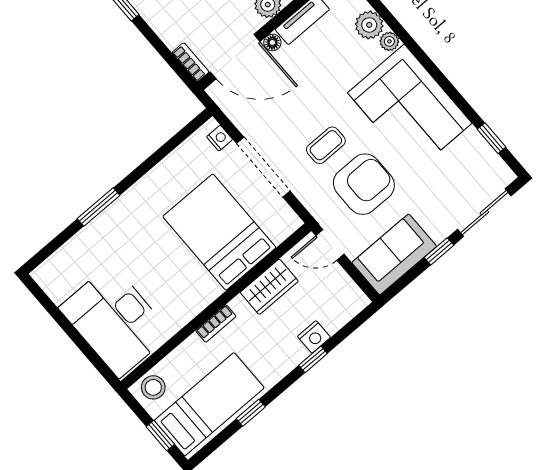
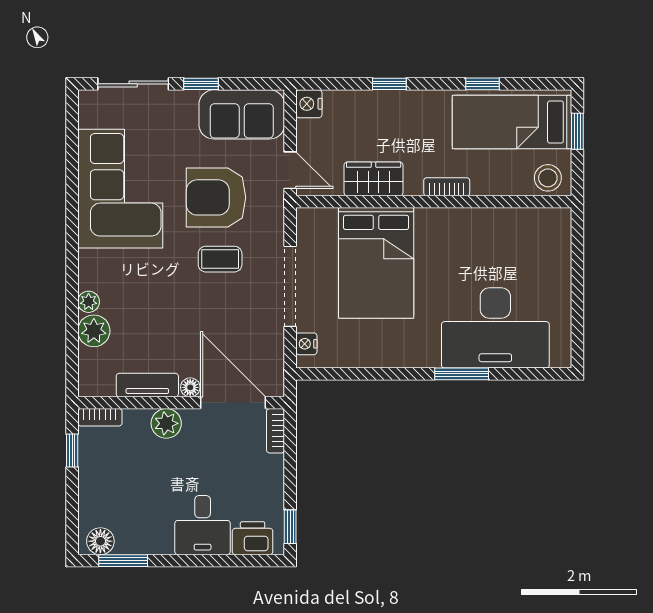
corner sofa: (410, 108) -> (120, 189), moved
window: (491, 138) -> (72, 143), removed
desk: (115, 321) -> (495, 328), moved, turned 90
nightstand: (314, 337) -> (309, 104), moved, turned -90

